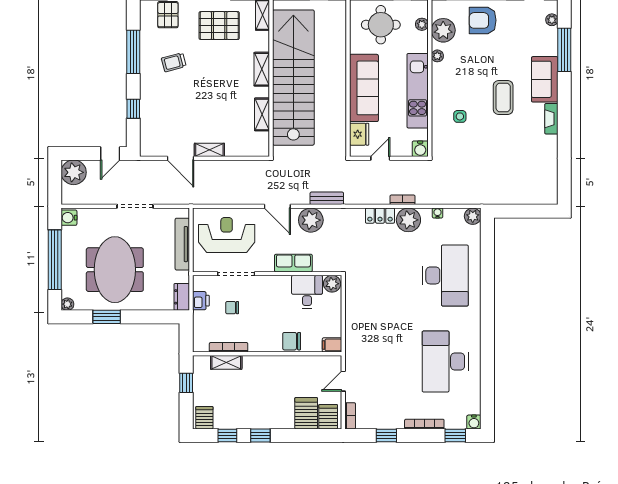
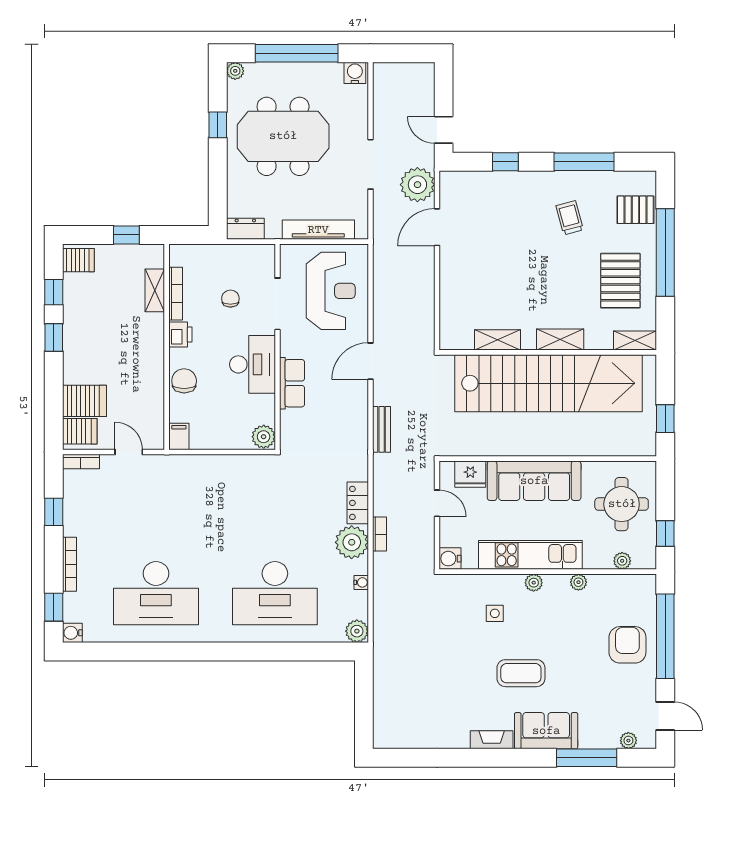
plant: (443, 30) -> (534, 583), moved, width x0.53, depth x0.53
shelving: (209, 150) -> (449, 267), removed
plant: (74, 172) -> (417, 185), moved
plant: (311, 220) -> (351, 407), removed
desk: (307, 292) -> (252, 364), moved, width x1.37
printer: (201, 301) -> (180, 334), moved, turned -90
window: (107, 317) -> (218, 125), width x0.67
desk: (445, 362) -> (156, 593), turned 180

